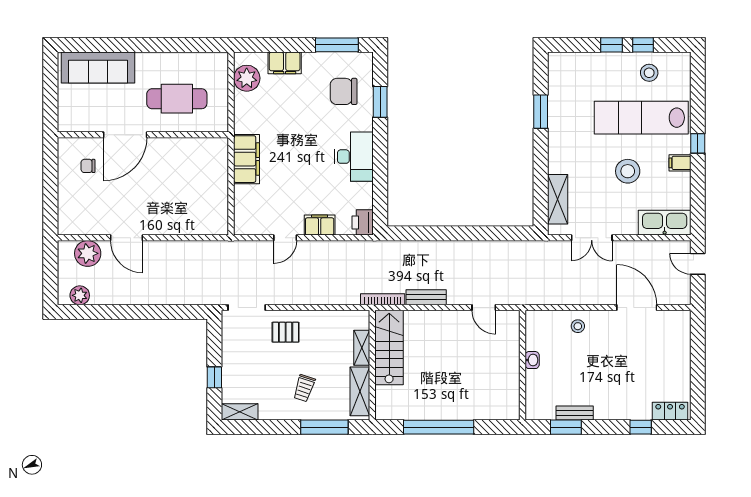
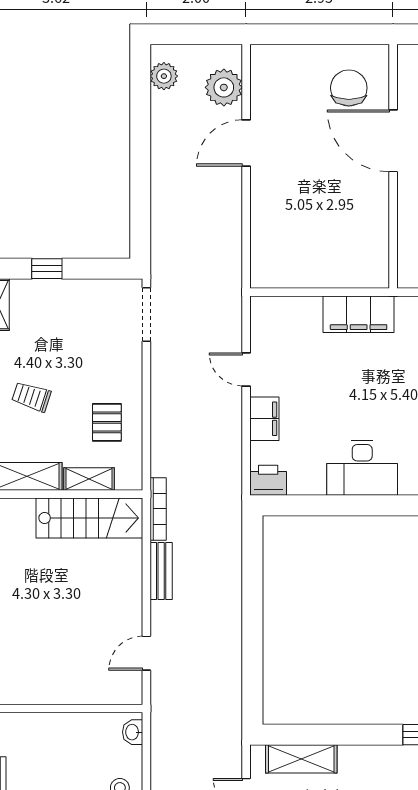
chair: (88, 166) -> (349, 88), width x1.87, depth x1.87
pallet: (286, 332) -> (107, 422), moved
washbasin: (532, 360) -> (133, 732), moved, turned 90

